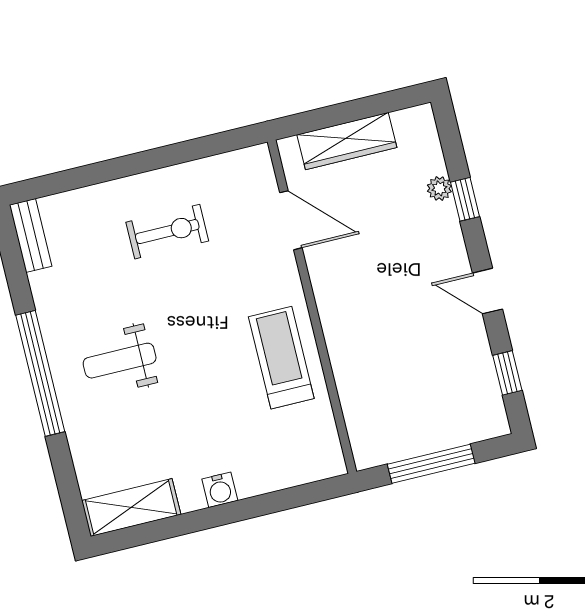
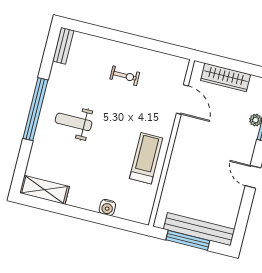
exercise bike: (167, 232) -> (125, 76), width x0.73, depth x0.72
window: (507, 373) -> (243, 218), removed
bench: (441, 433) -> (199, 229), added
water cooler: (220, 490) -> (107, 207), moved

